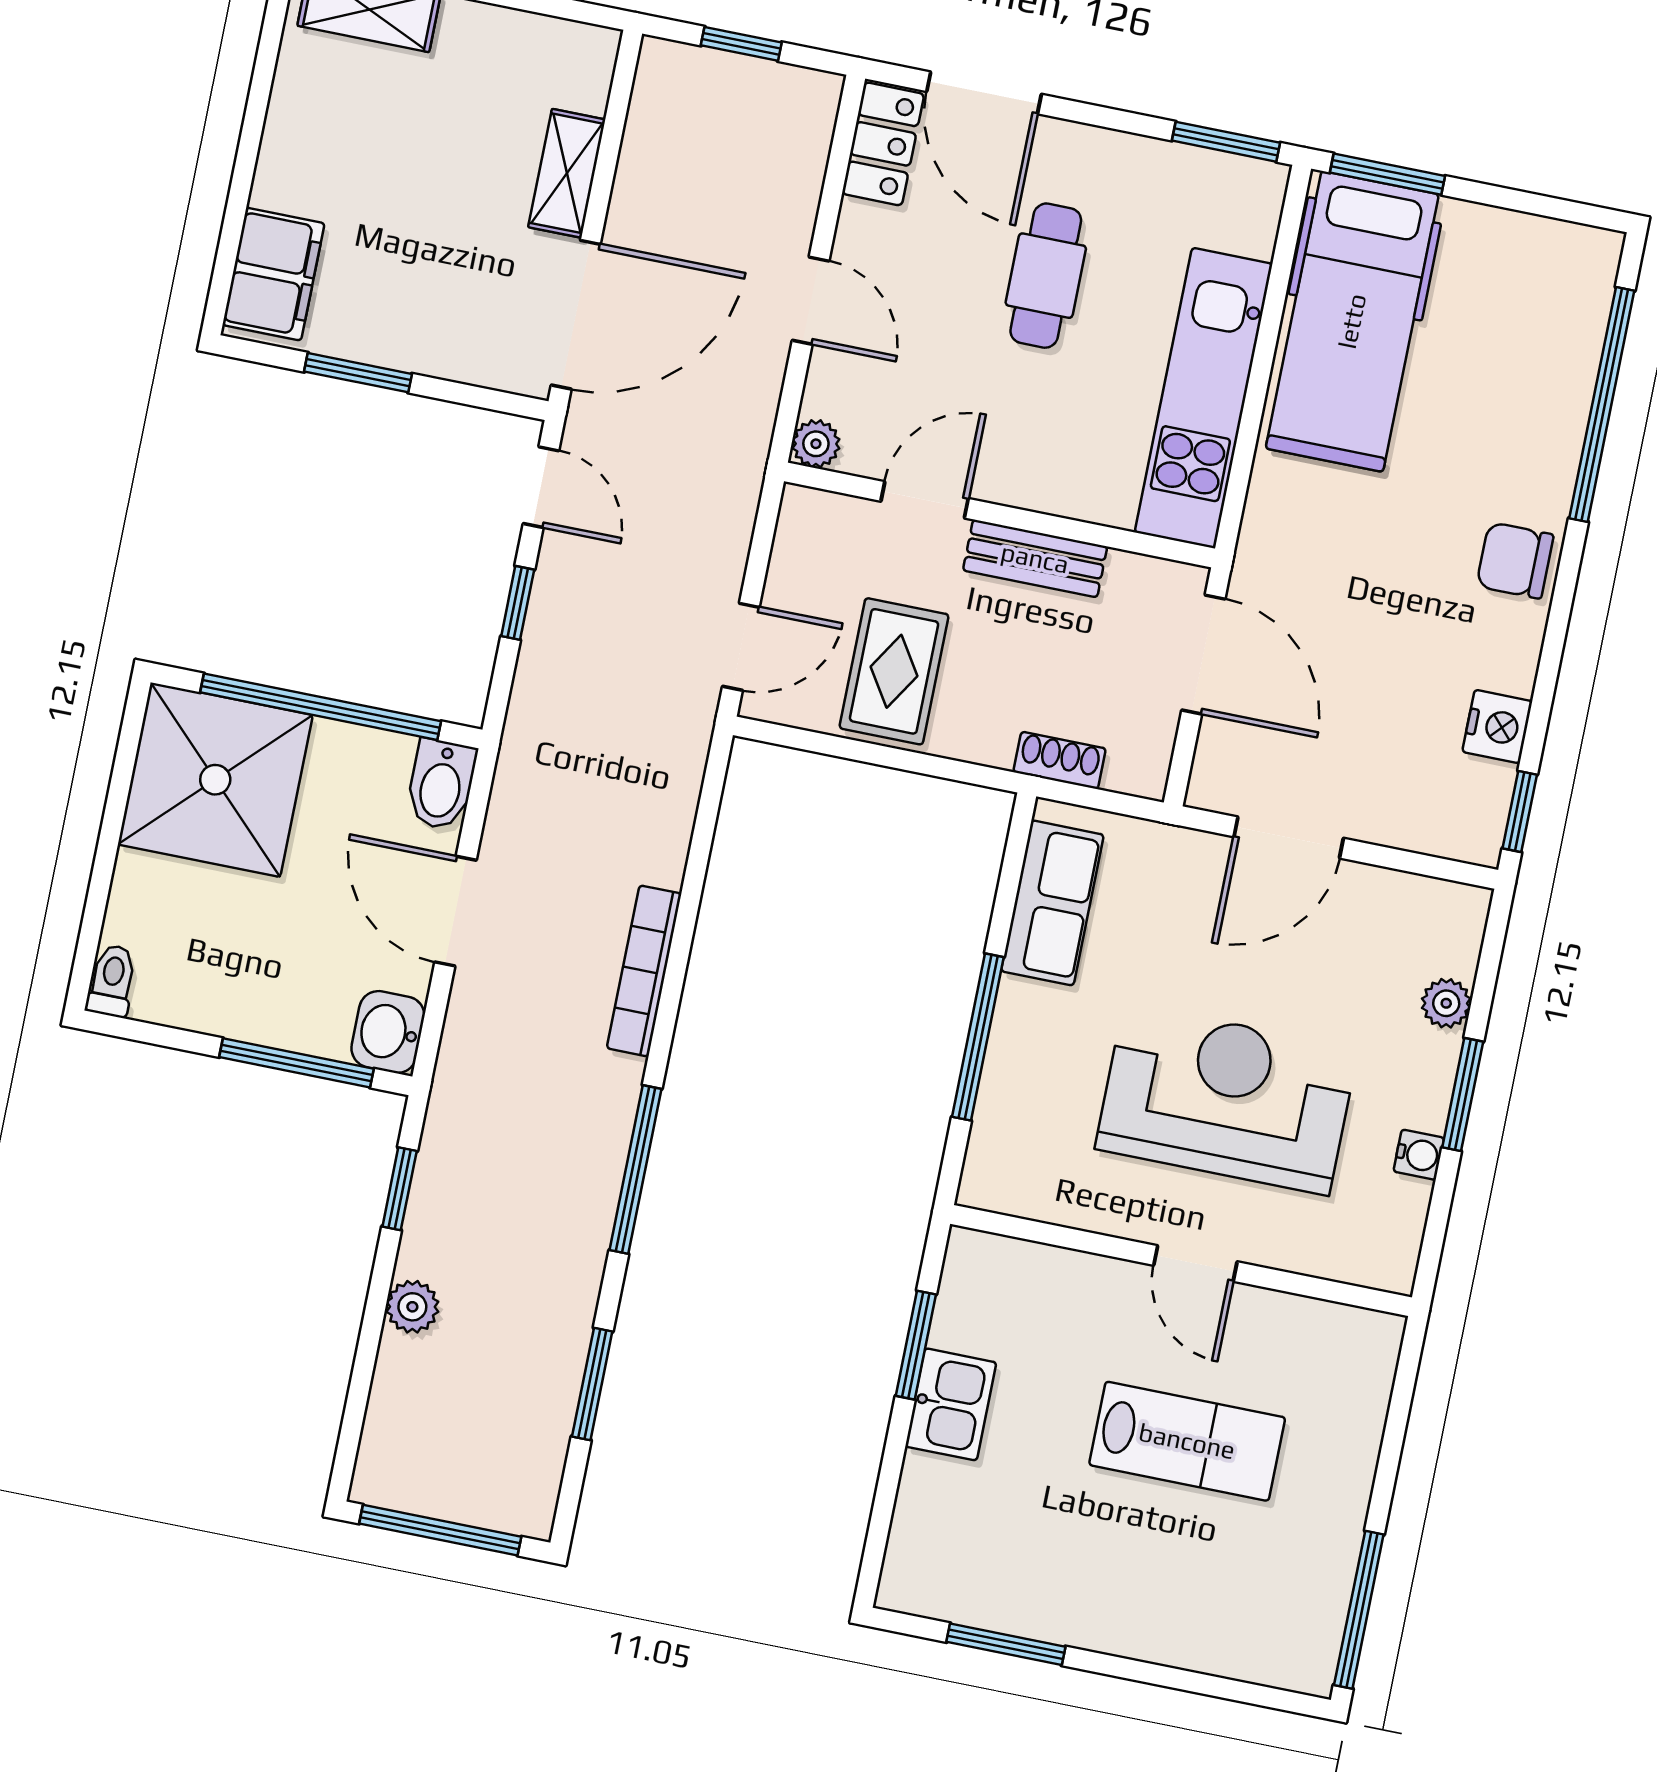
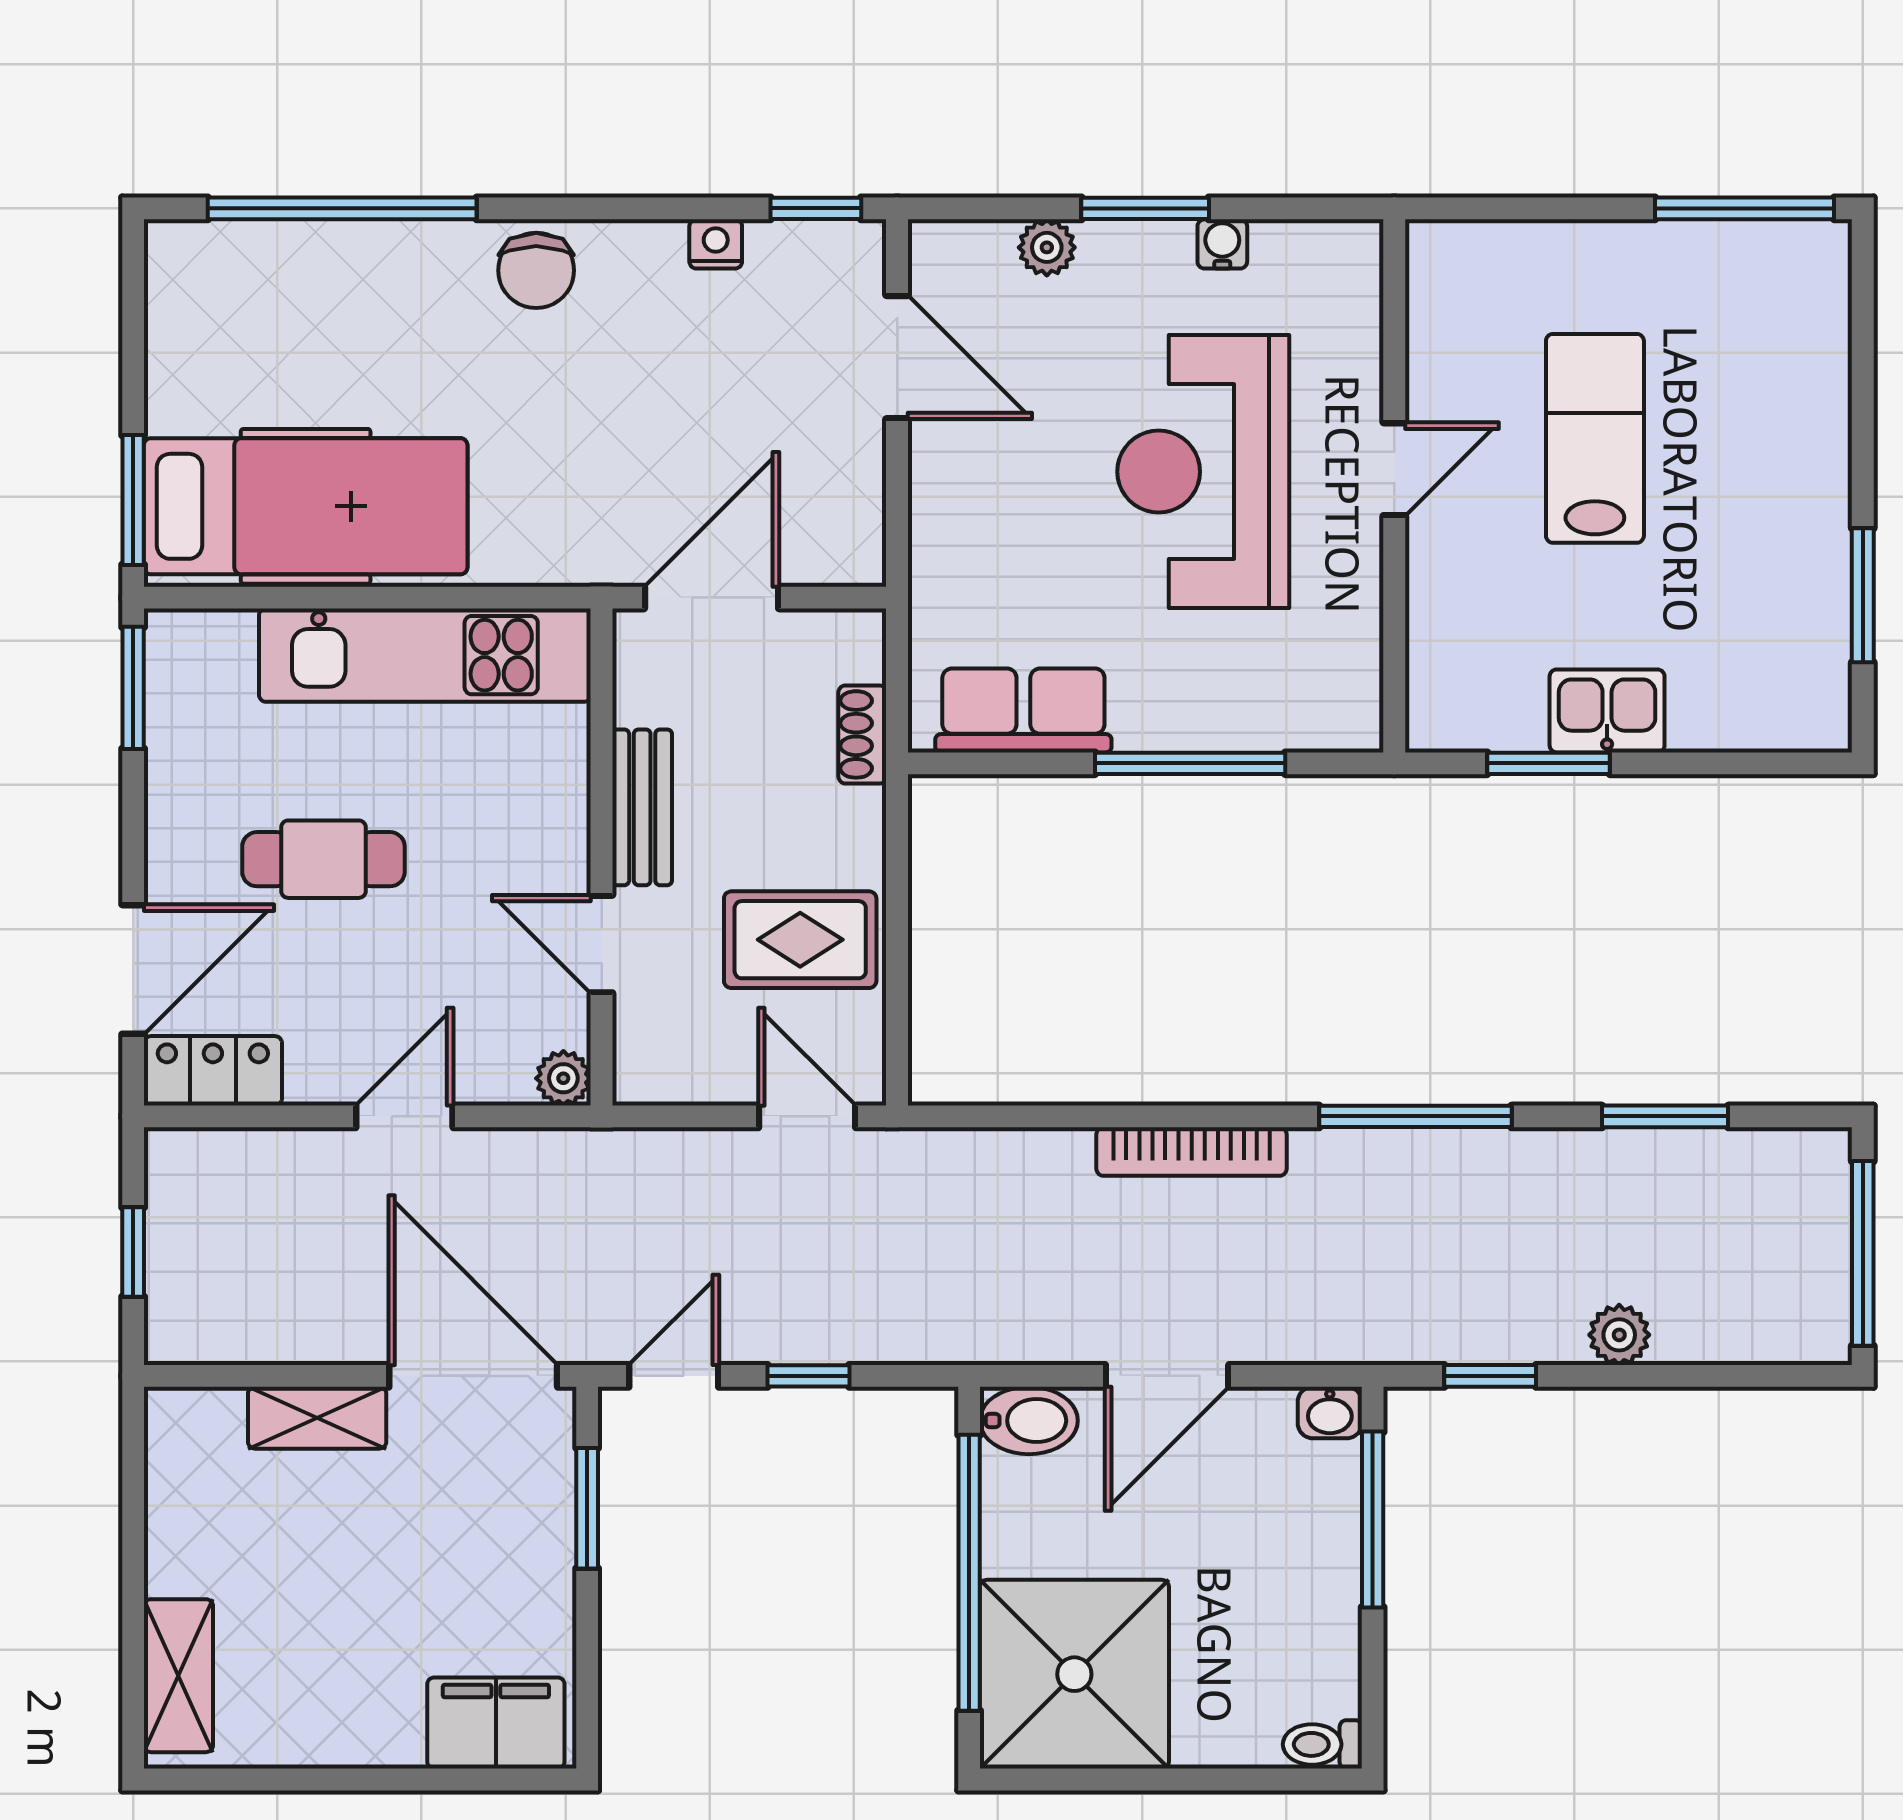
window: (358, 373) -> (587, 1508), moved
nightstand: (1497, 727) -> (716, 244), width x0.72, depth x0.74
door: (1289, 838) -> (897, 357), moved
washbasin: (388, 1032) -> (1330, 1413), width x0.72, depth x0.69

